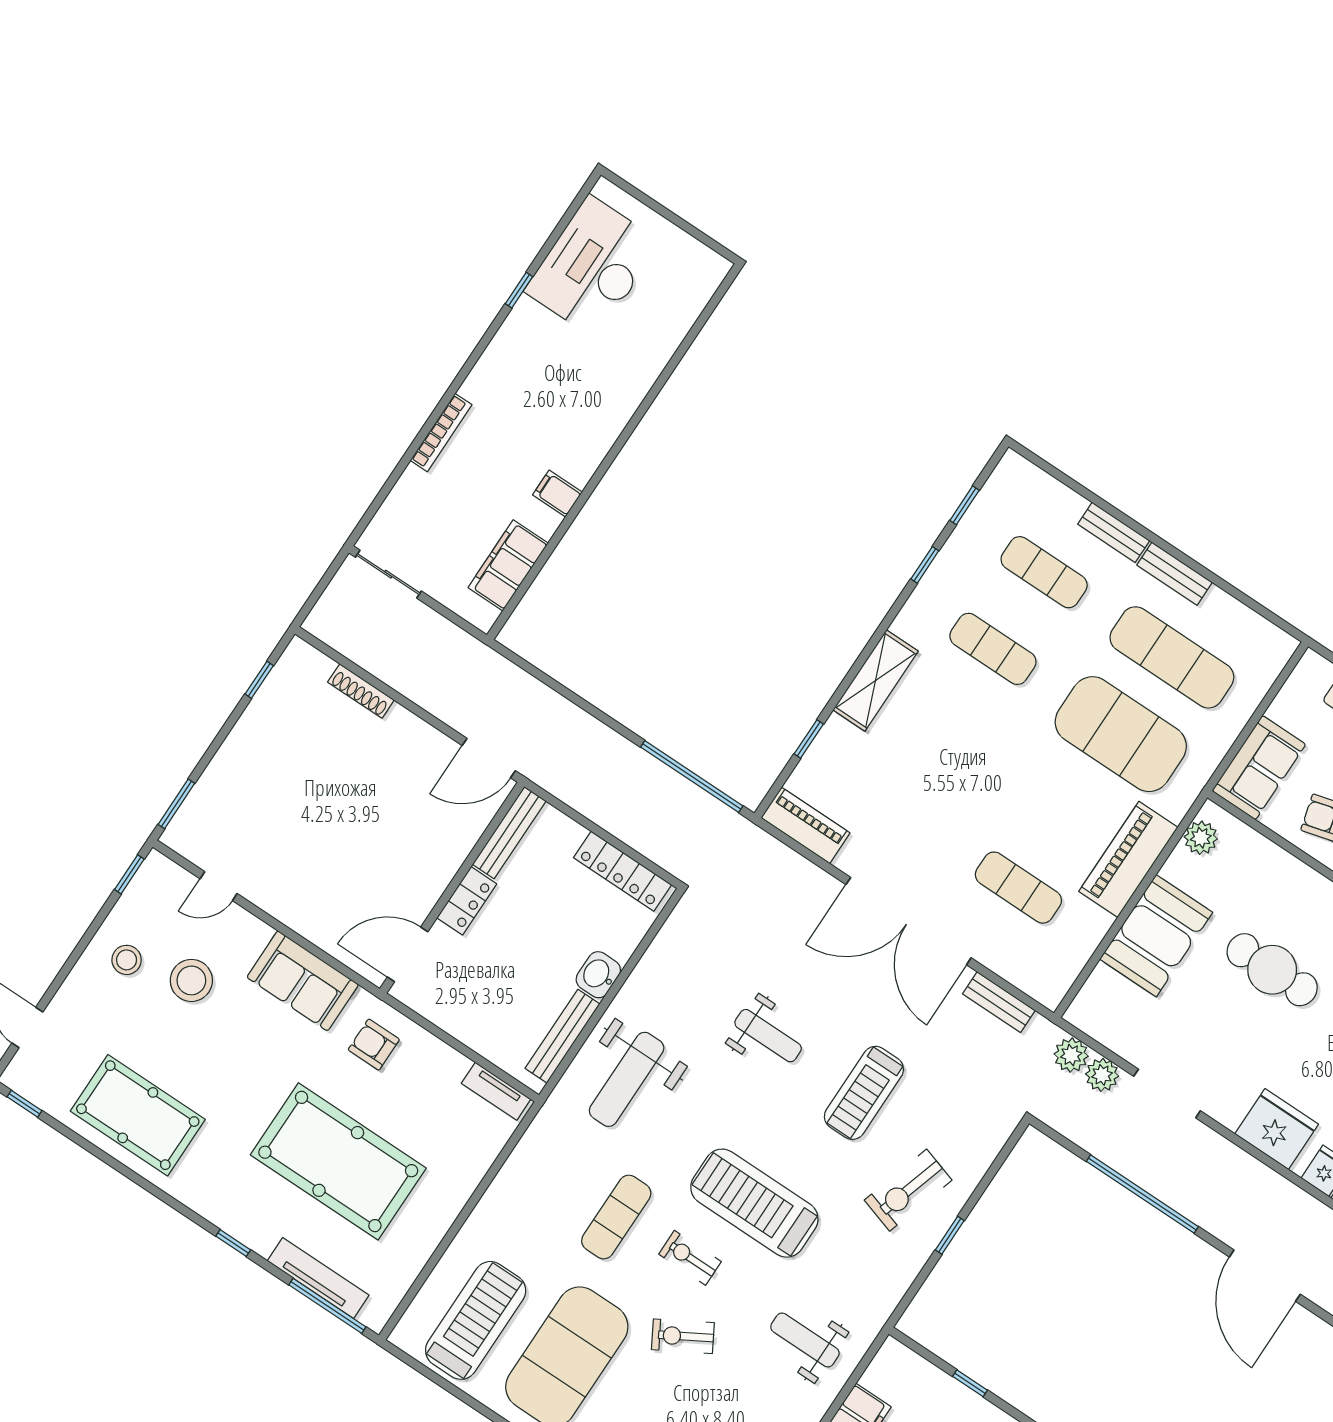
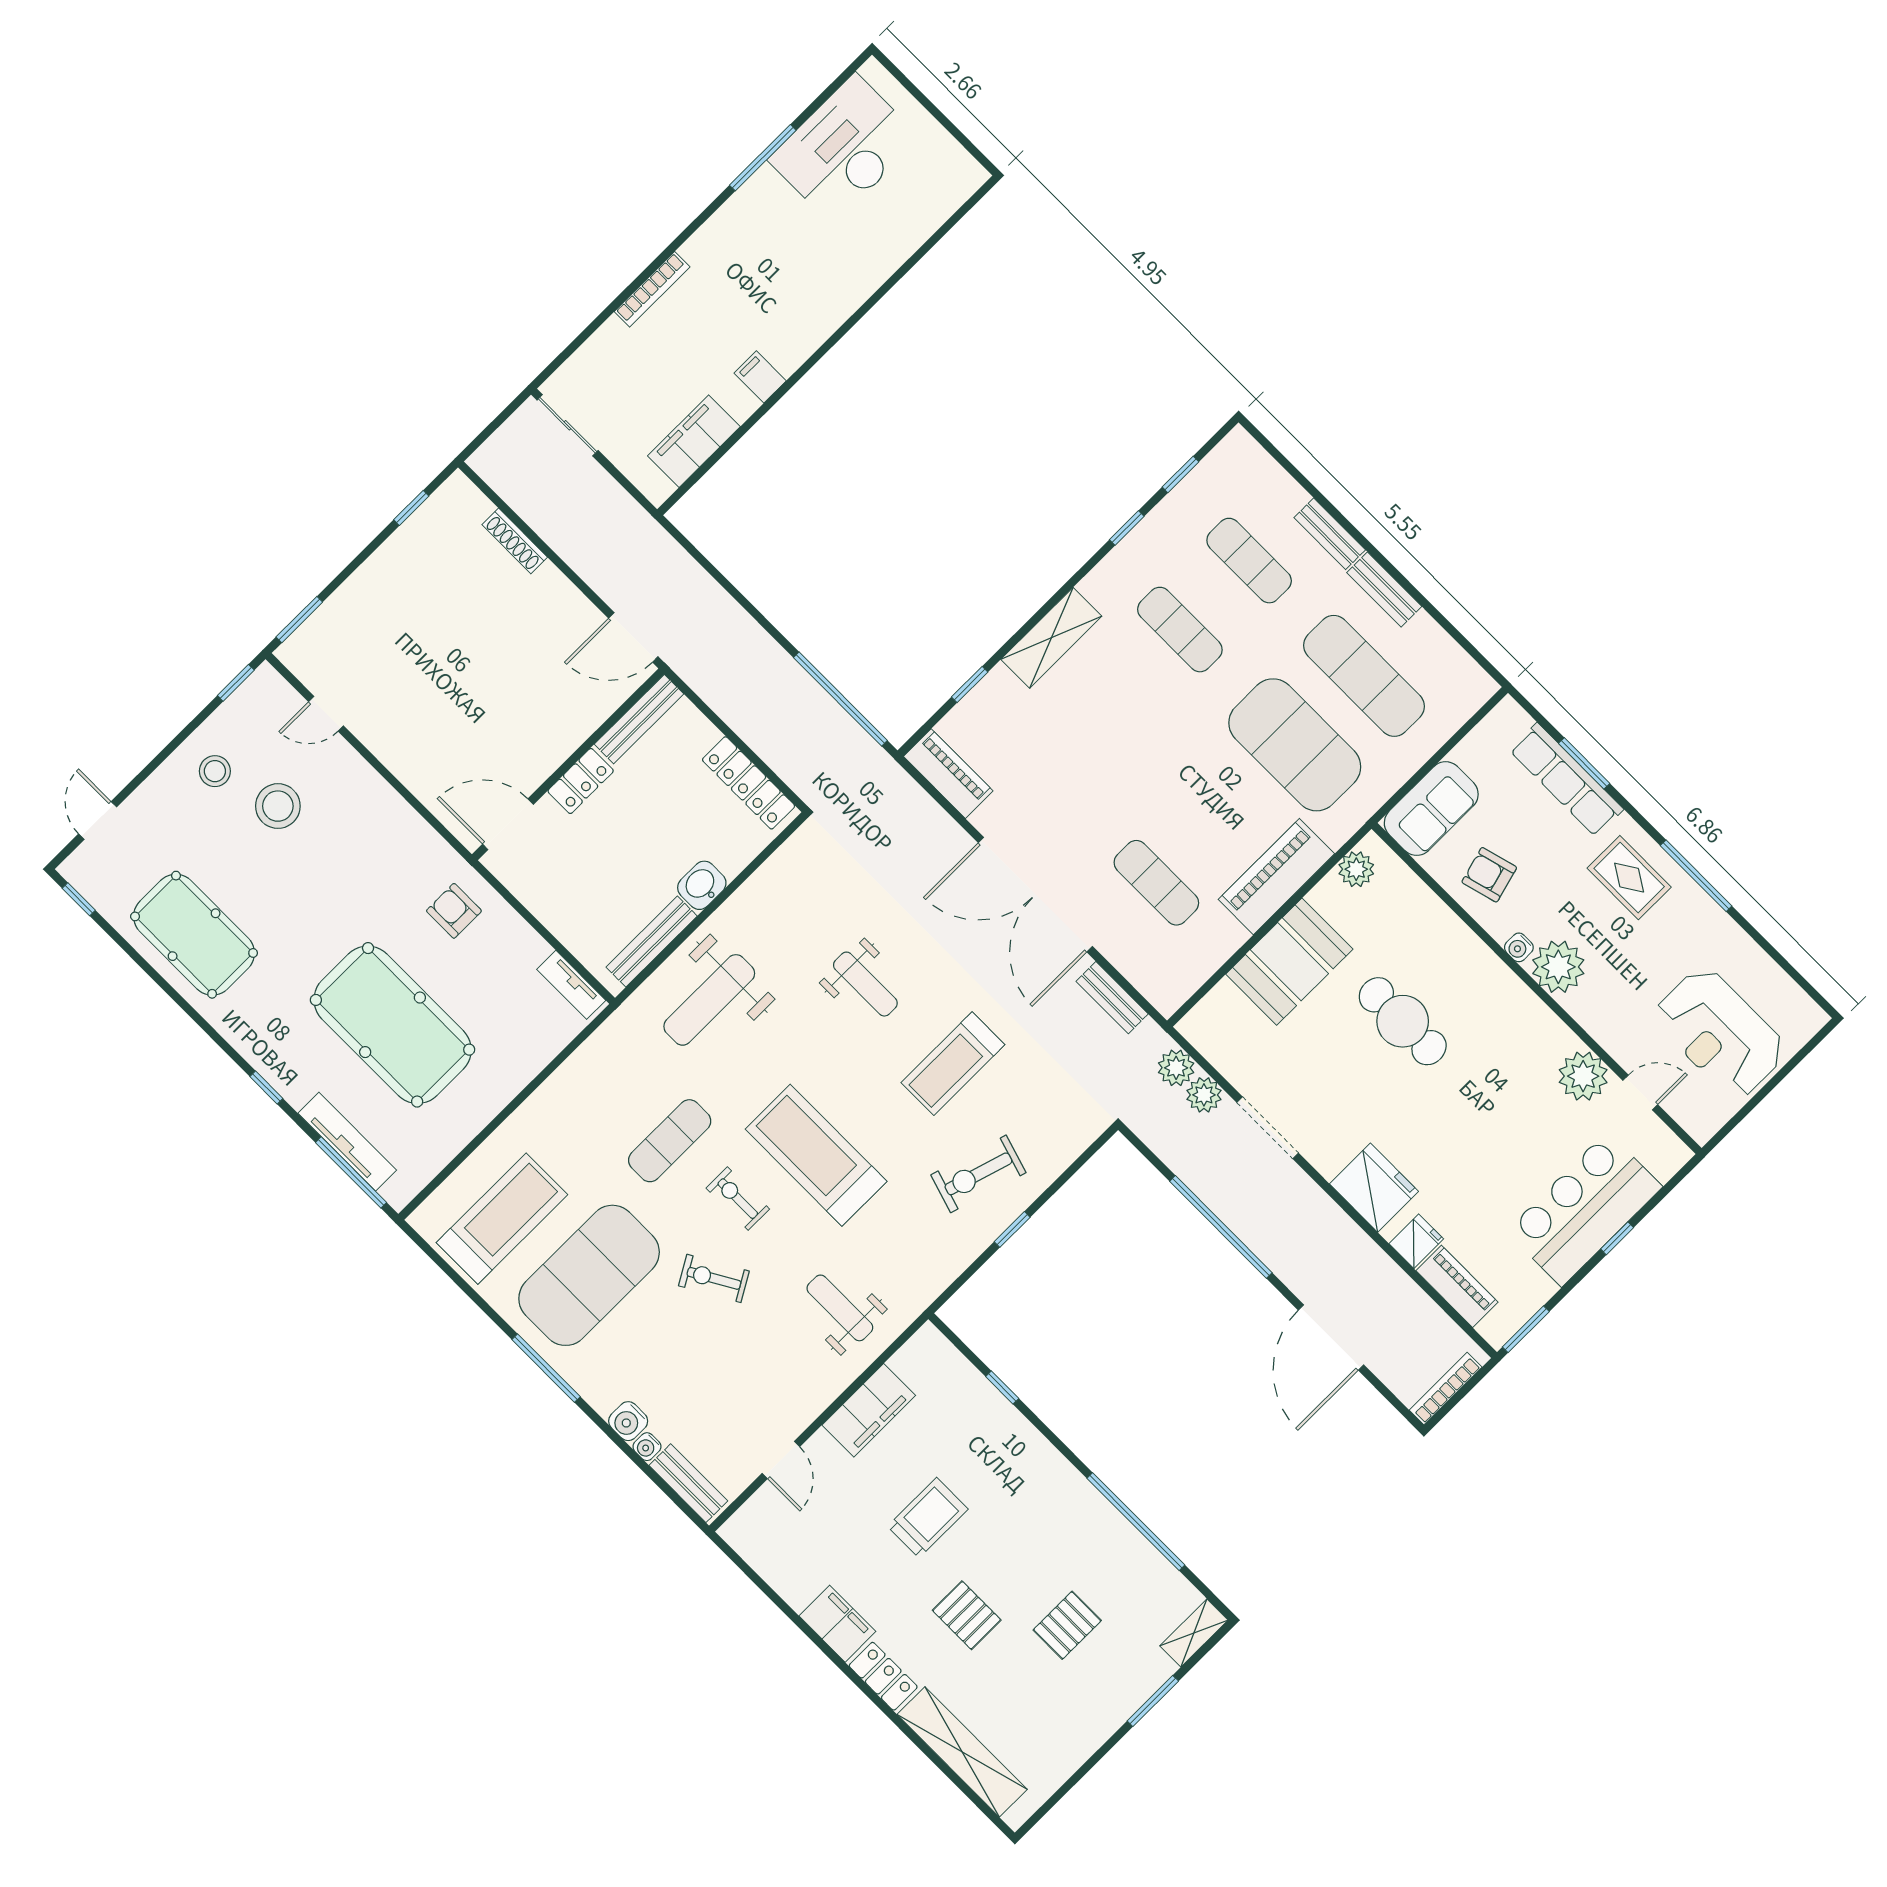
window: (519, 290) -> (763, 158), width x2.17
sofa: (303, 981) -> (393, 830), removed

